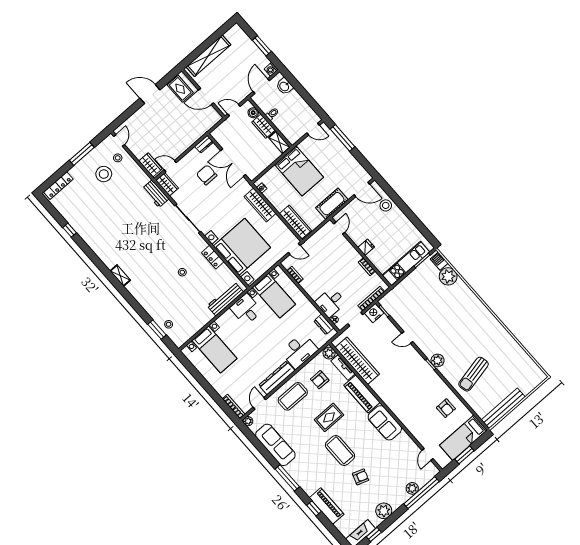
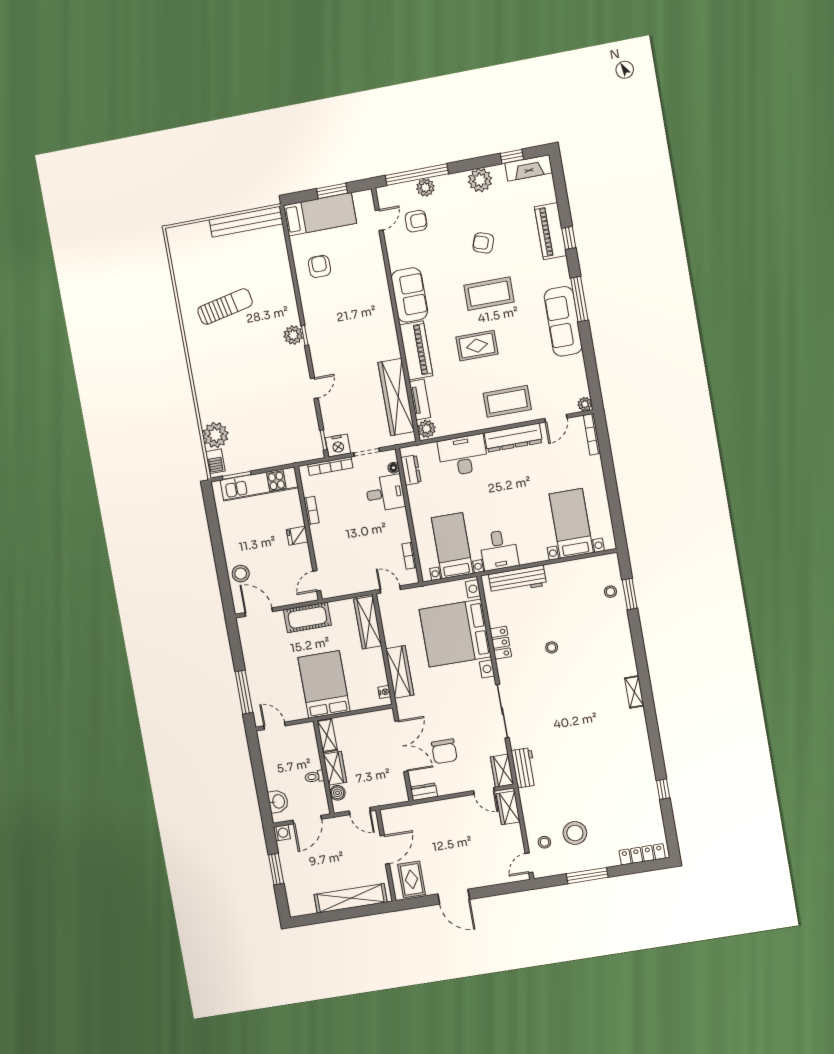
door: (206, 97) -> (385, 850), hinge flipped
door: (407, 337) -> (314, 388), hinge flipped
sun lounger: (473, 374) -> (225, 306), moved
armchair: (320, 380) -> (416, 221), moved
sofa: (275, 445) -> (563, 321), moved
coffee table: (340, 450) -> (489, 294), turned 90

